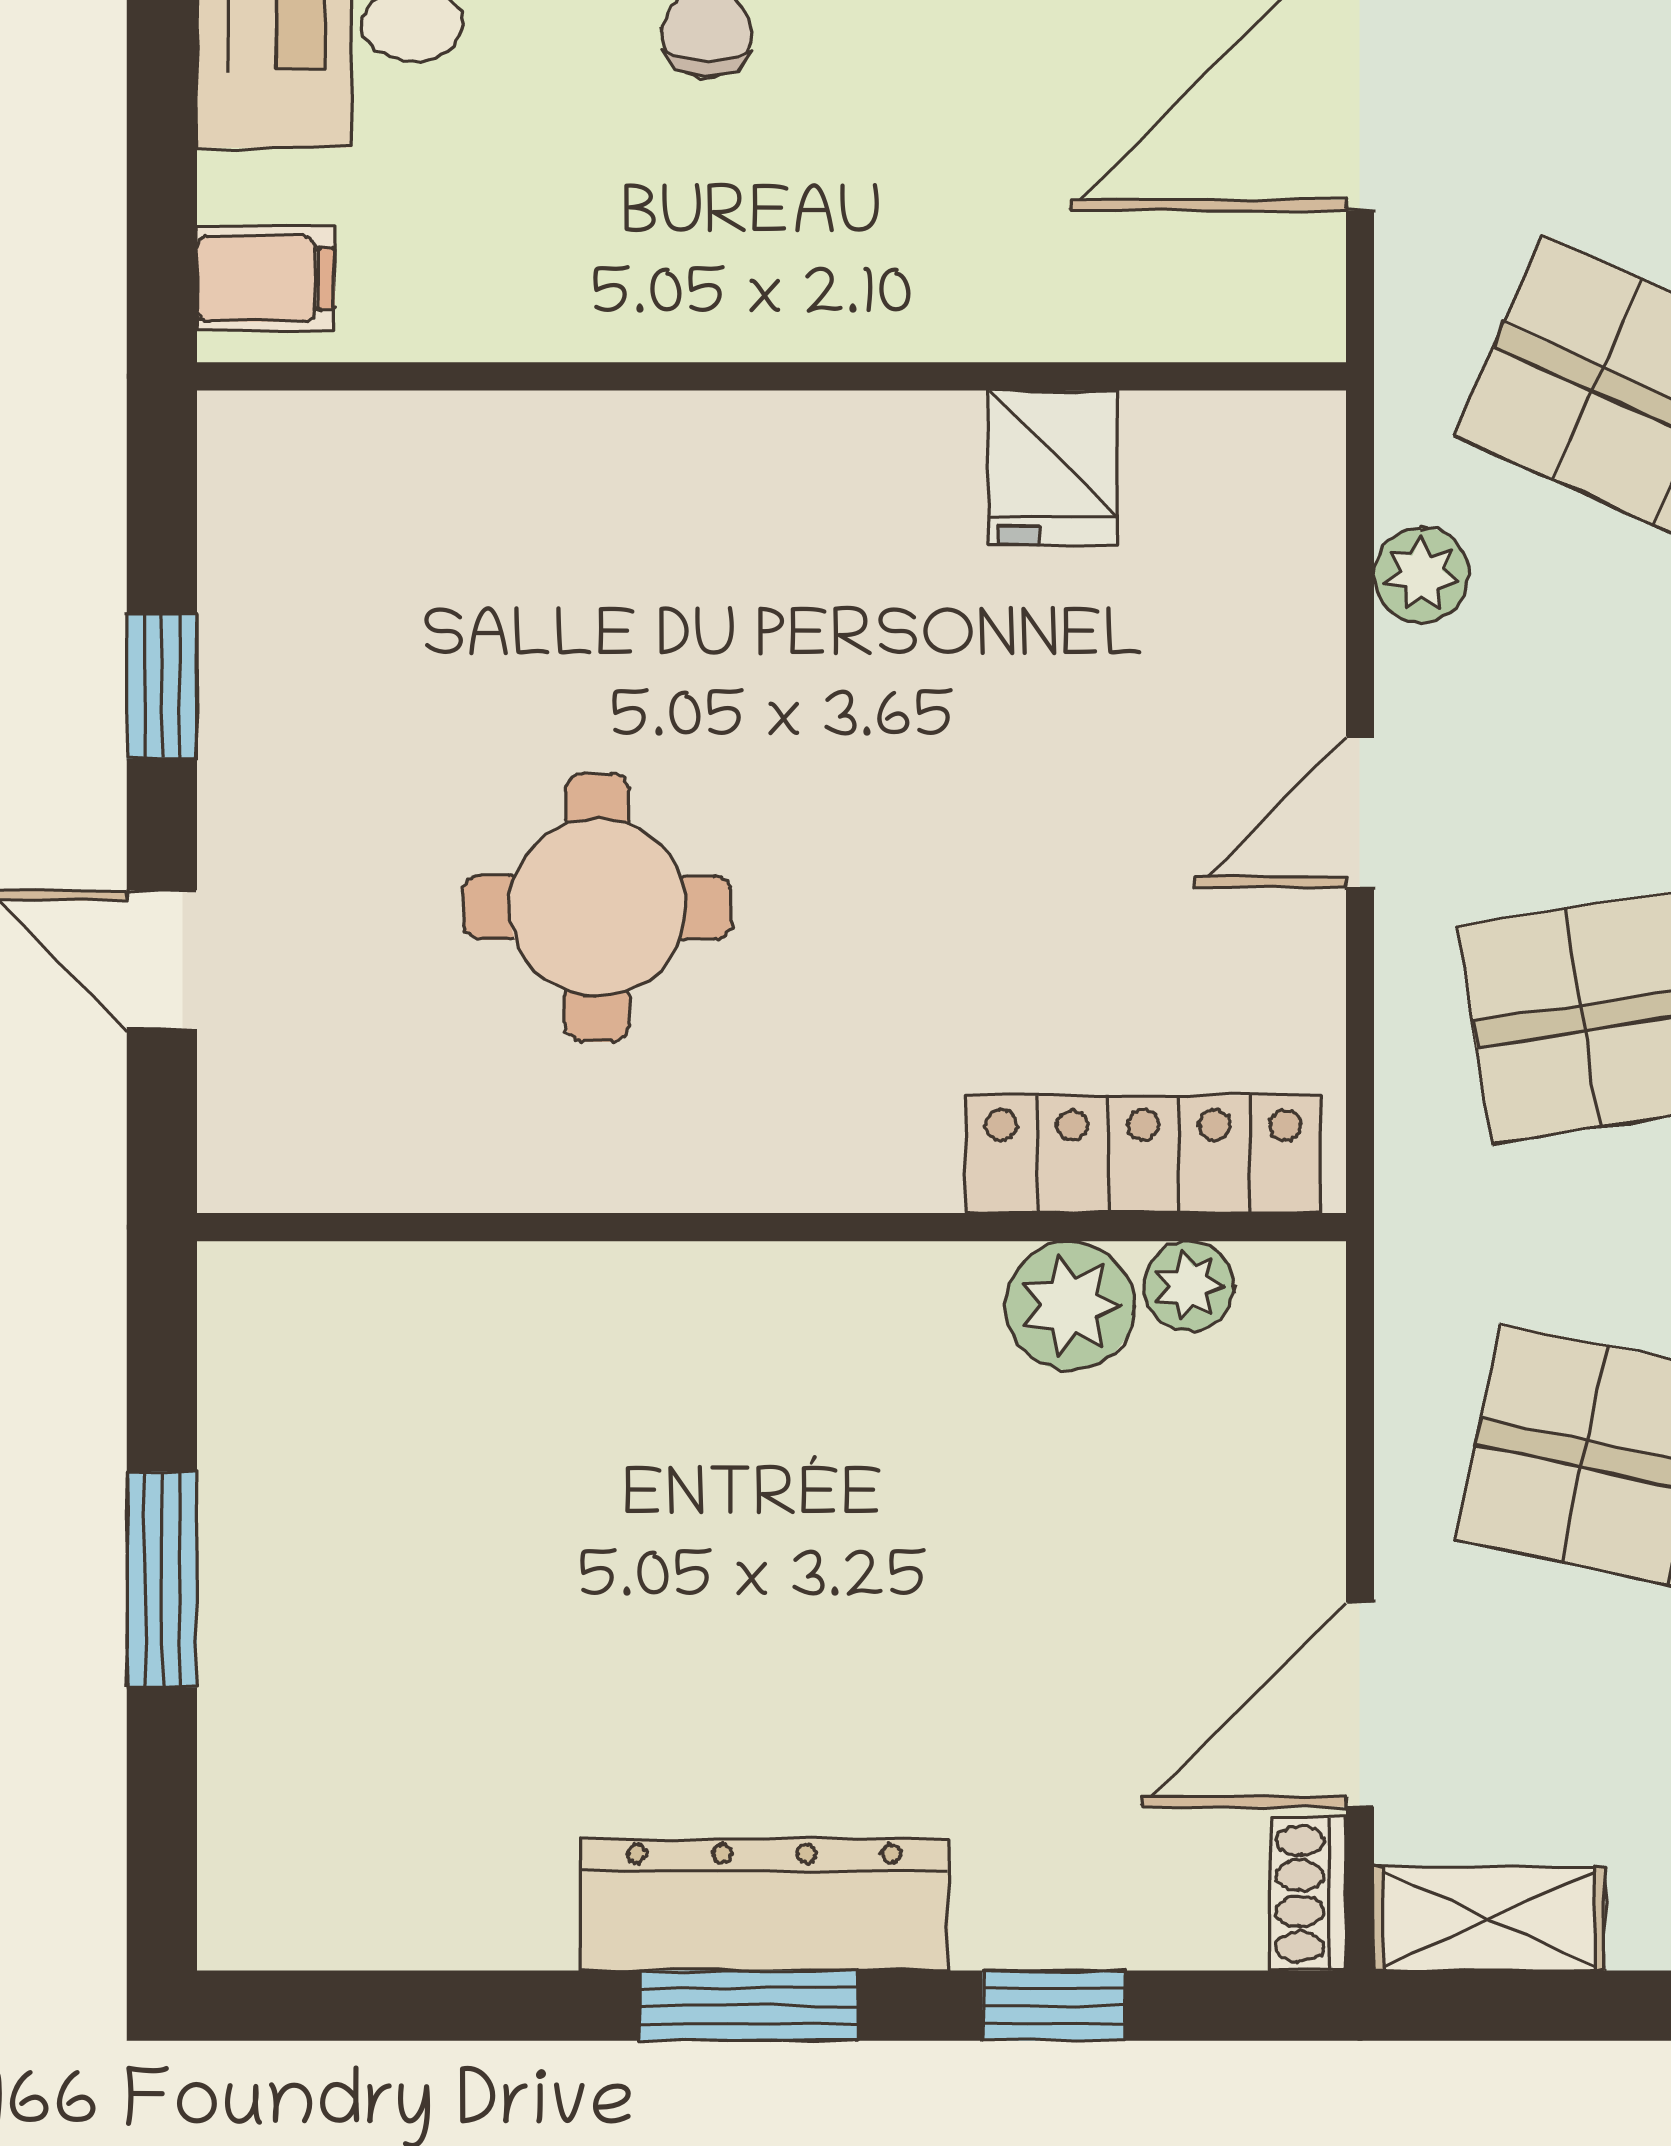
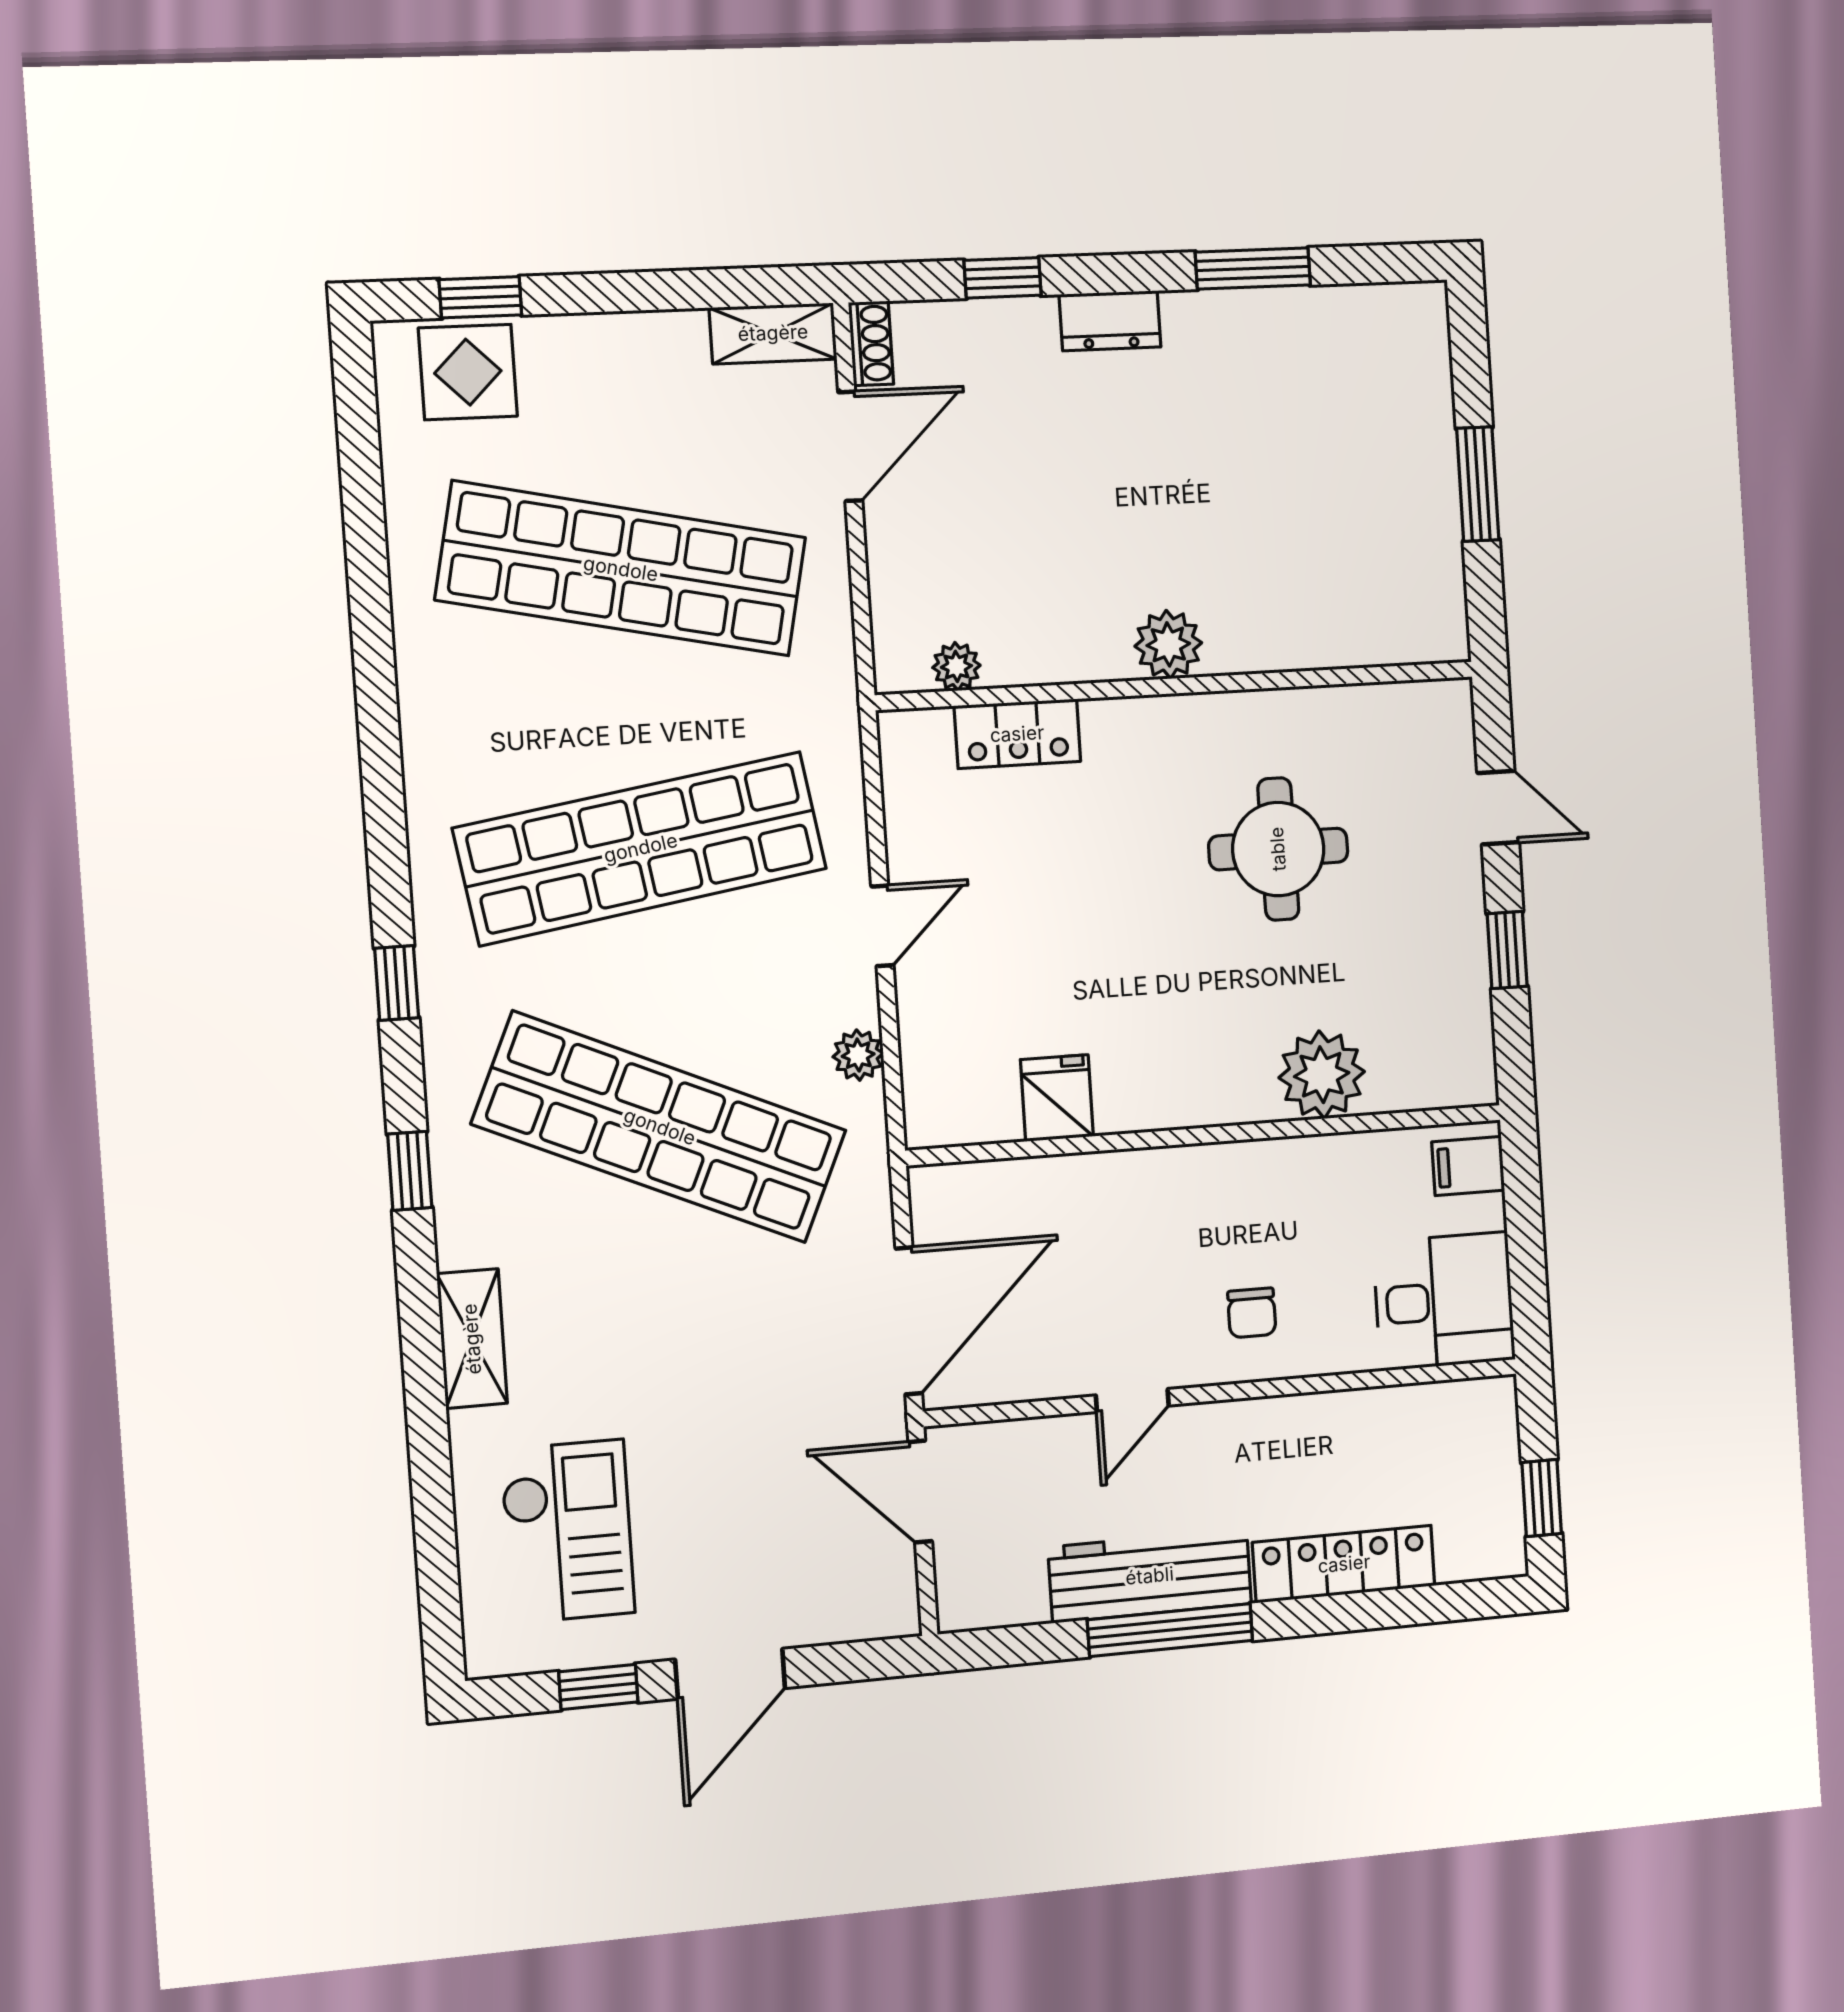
plant: (541, 474) -> (1322, 1075), added
locker: (1143, 1154) -> (1017, 734), width x0.66
plant: (1070, 1306) -> (1168, 644), moved
dresser: (764, 1905) -> (1110, 321), width x0.51, depth x0.80
window: (749, 2006) -> (1253, 269), moved

